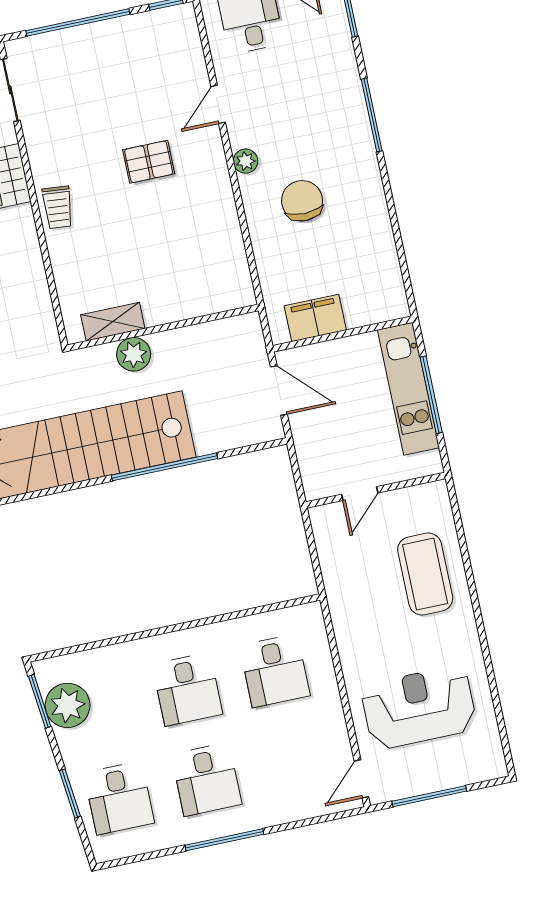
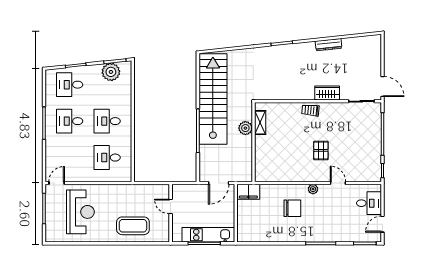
filing cabinet: (315, 318) -> (248, 192), moved, turned 90
door: (361, 779) -> (57, 183), hinge flipped

